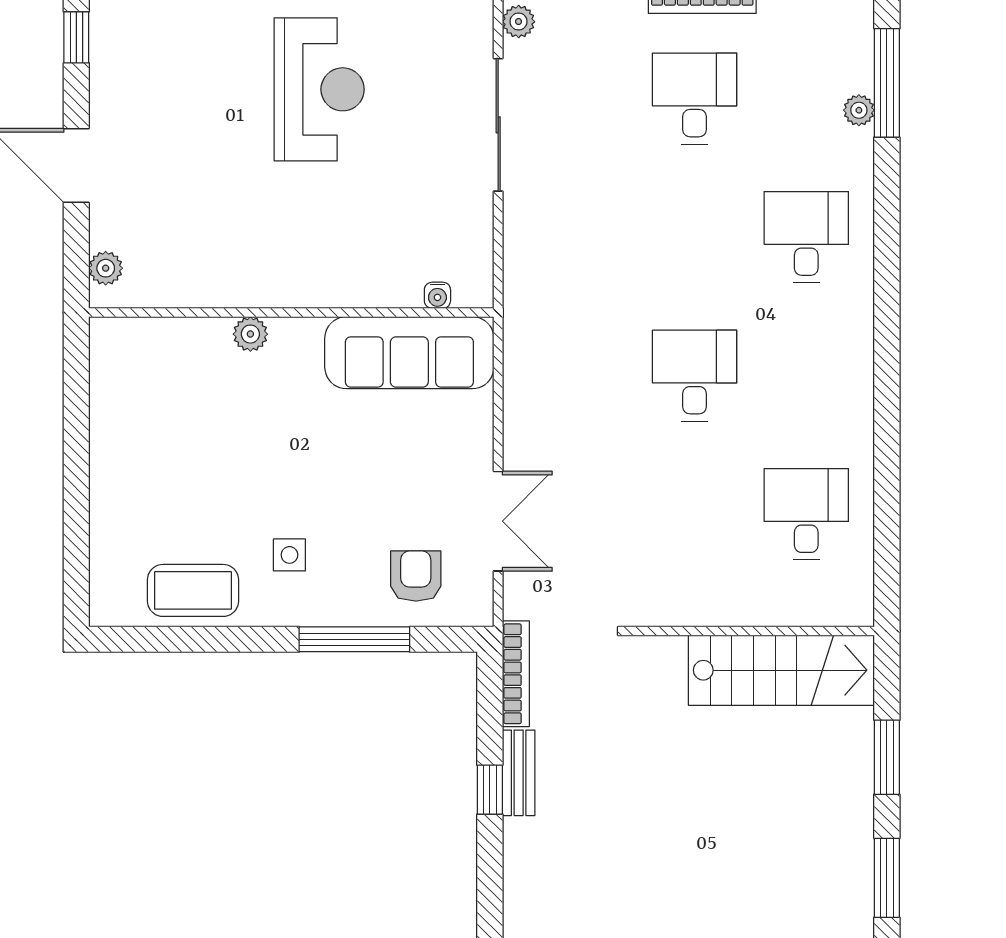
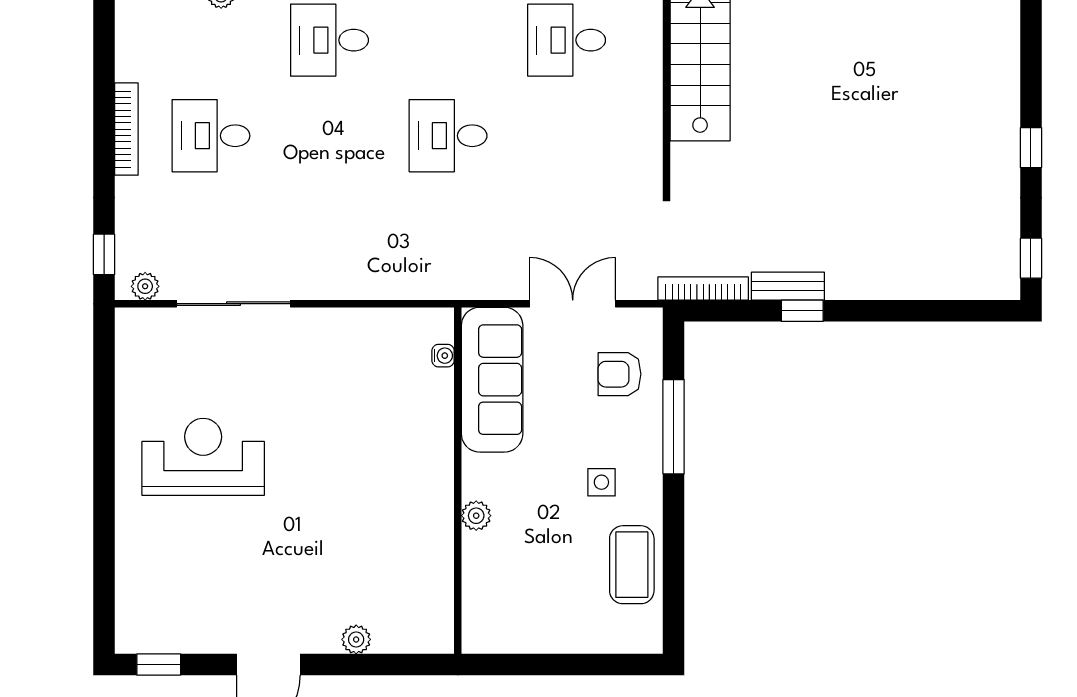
water cooler: (437, 295) -> (443, 356), moved
wall: (291, 313) -> (458, 481), moved
plant: (250, 334) -> (476, 516), moved
sofa: (409, 353) -> (492, 380), moved

